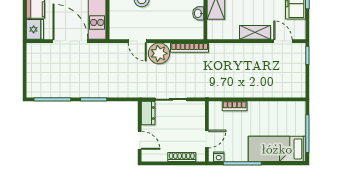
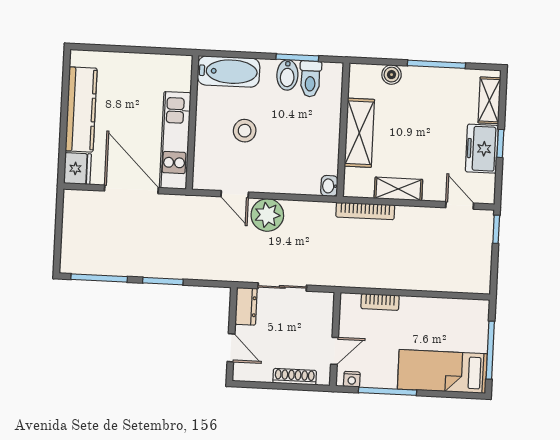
washbasin: (198, 13) -> (329, 186), moved
shelving: (255, 32) -> (398, 189), moved
bookcase: (190, 48) -> (365, 211), moved

